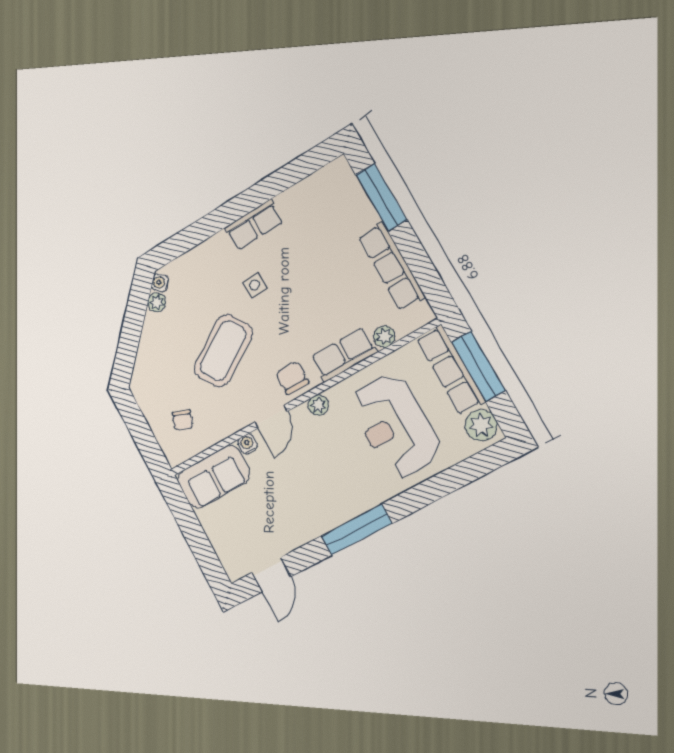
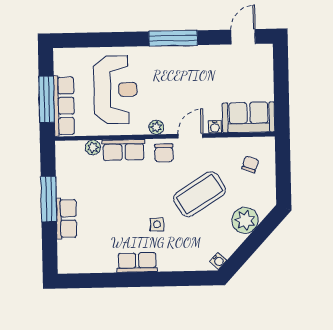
window: (381, 197) -> (49, 199), moved
row of seats: (392, 266) -> (66, 218), moved, width x0.68
plant: (157, 302) -> (245, 220), moved, width x1.87, depth x1.87
plant: (481, 425) -> (64, 63), removed

